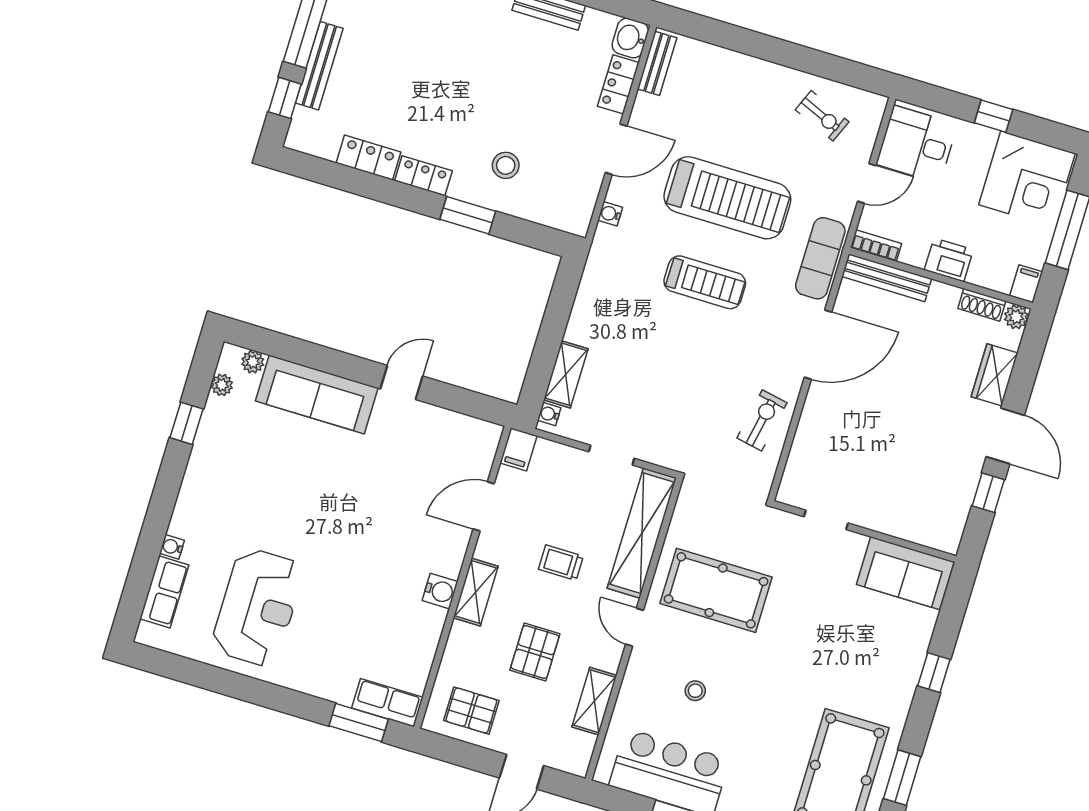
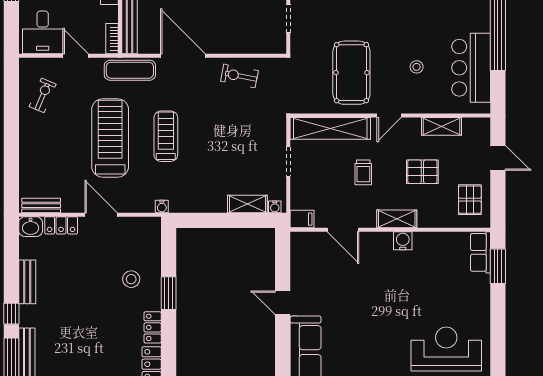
water cooler: (610, 214) -> (162, 207), moved

